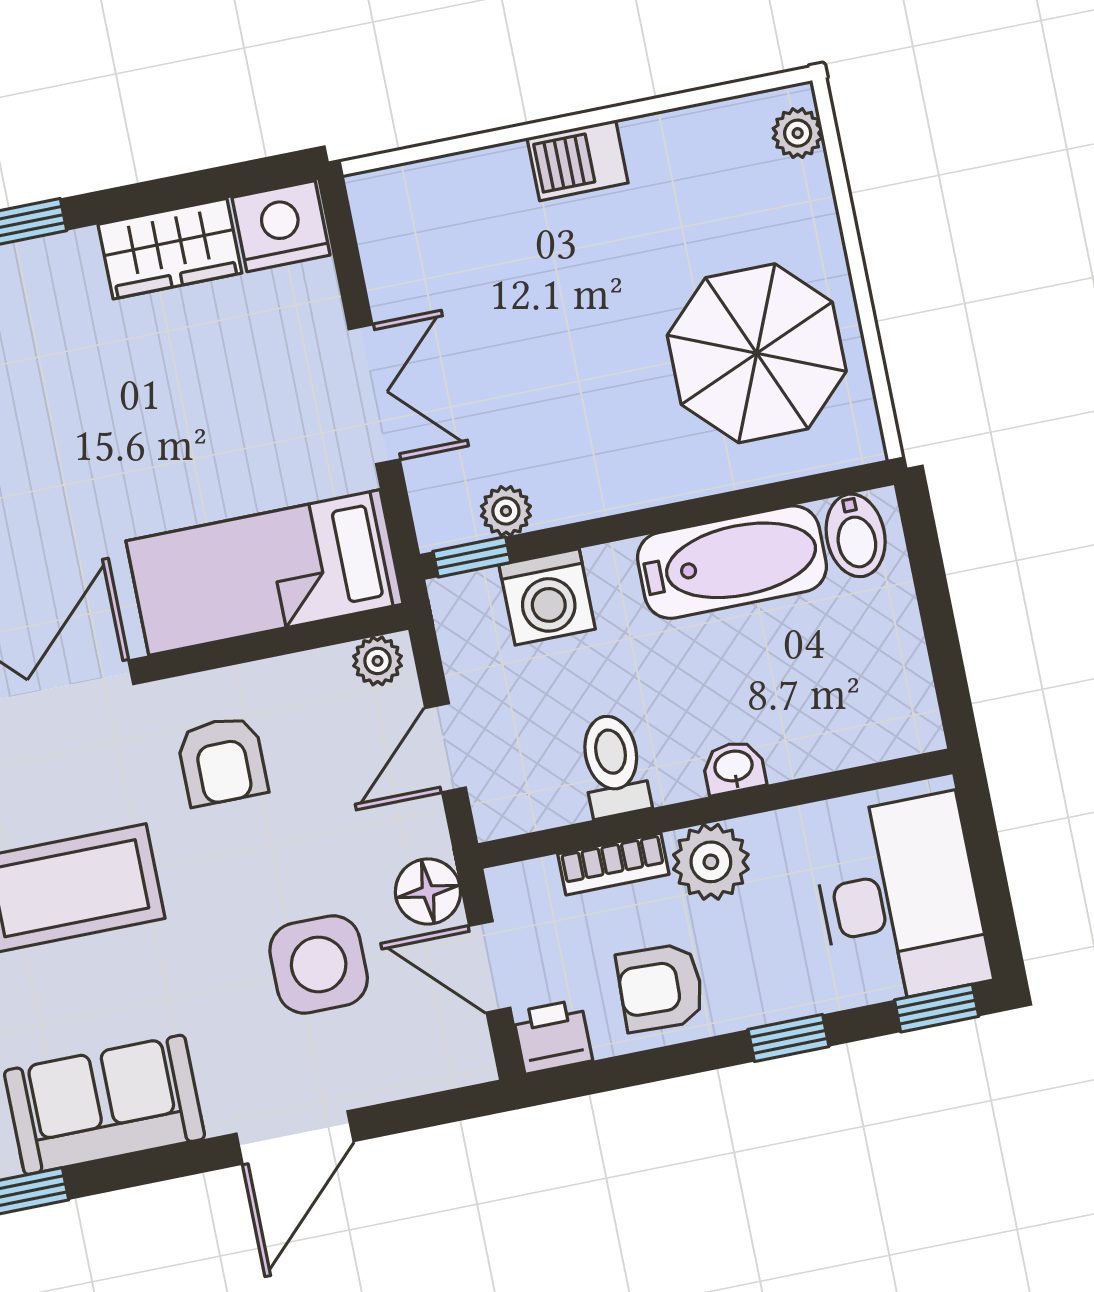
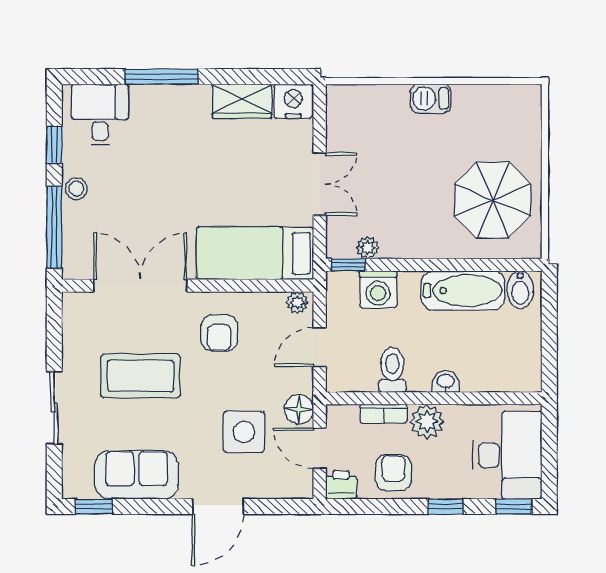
plant: (798, 133) -> (531, 106), removed
armchair: (661, 988) -> (393, 473), turned 88

